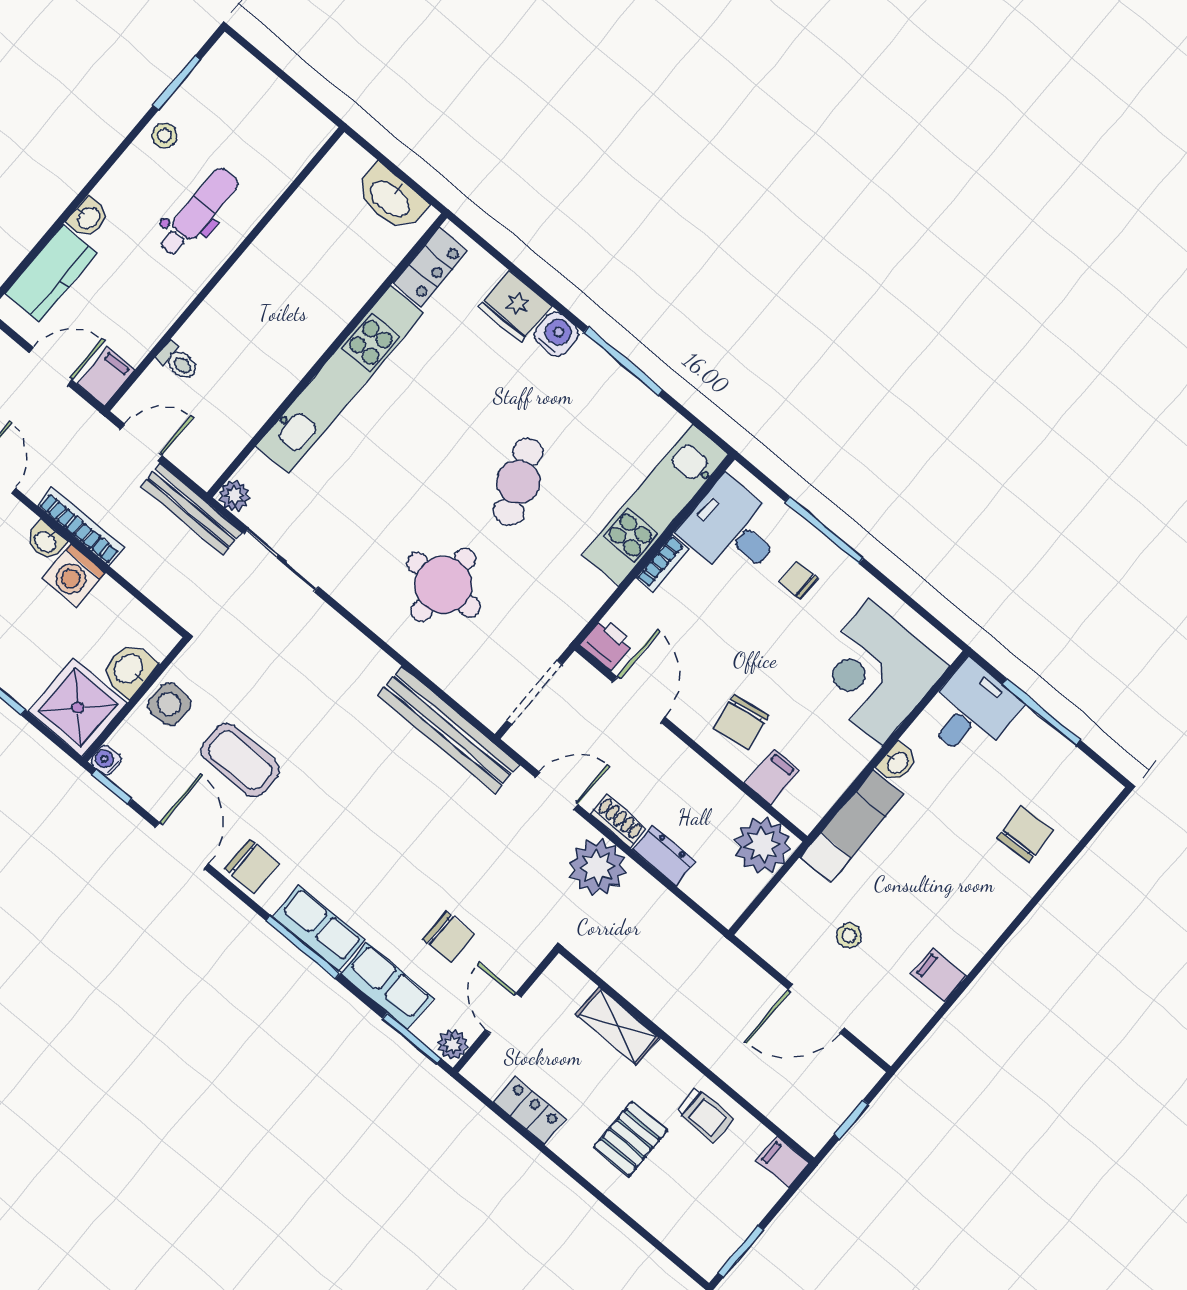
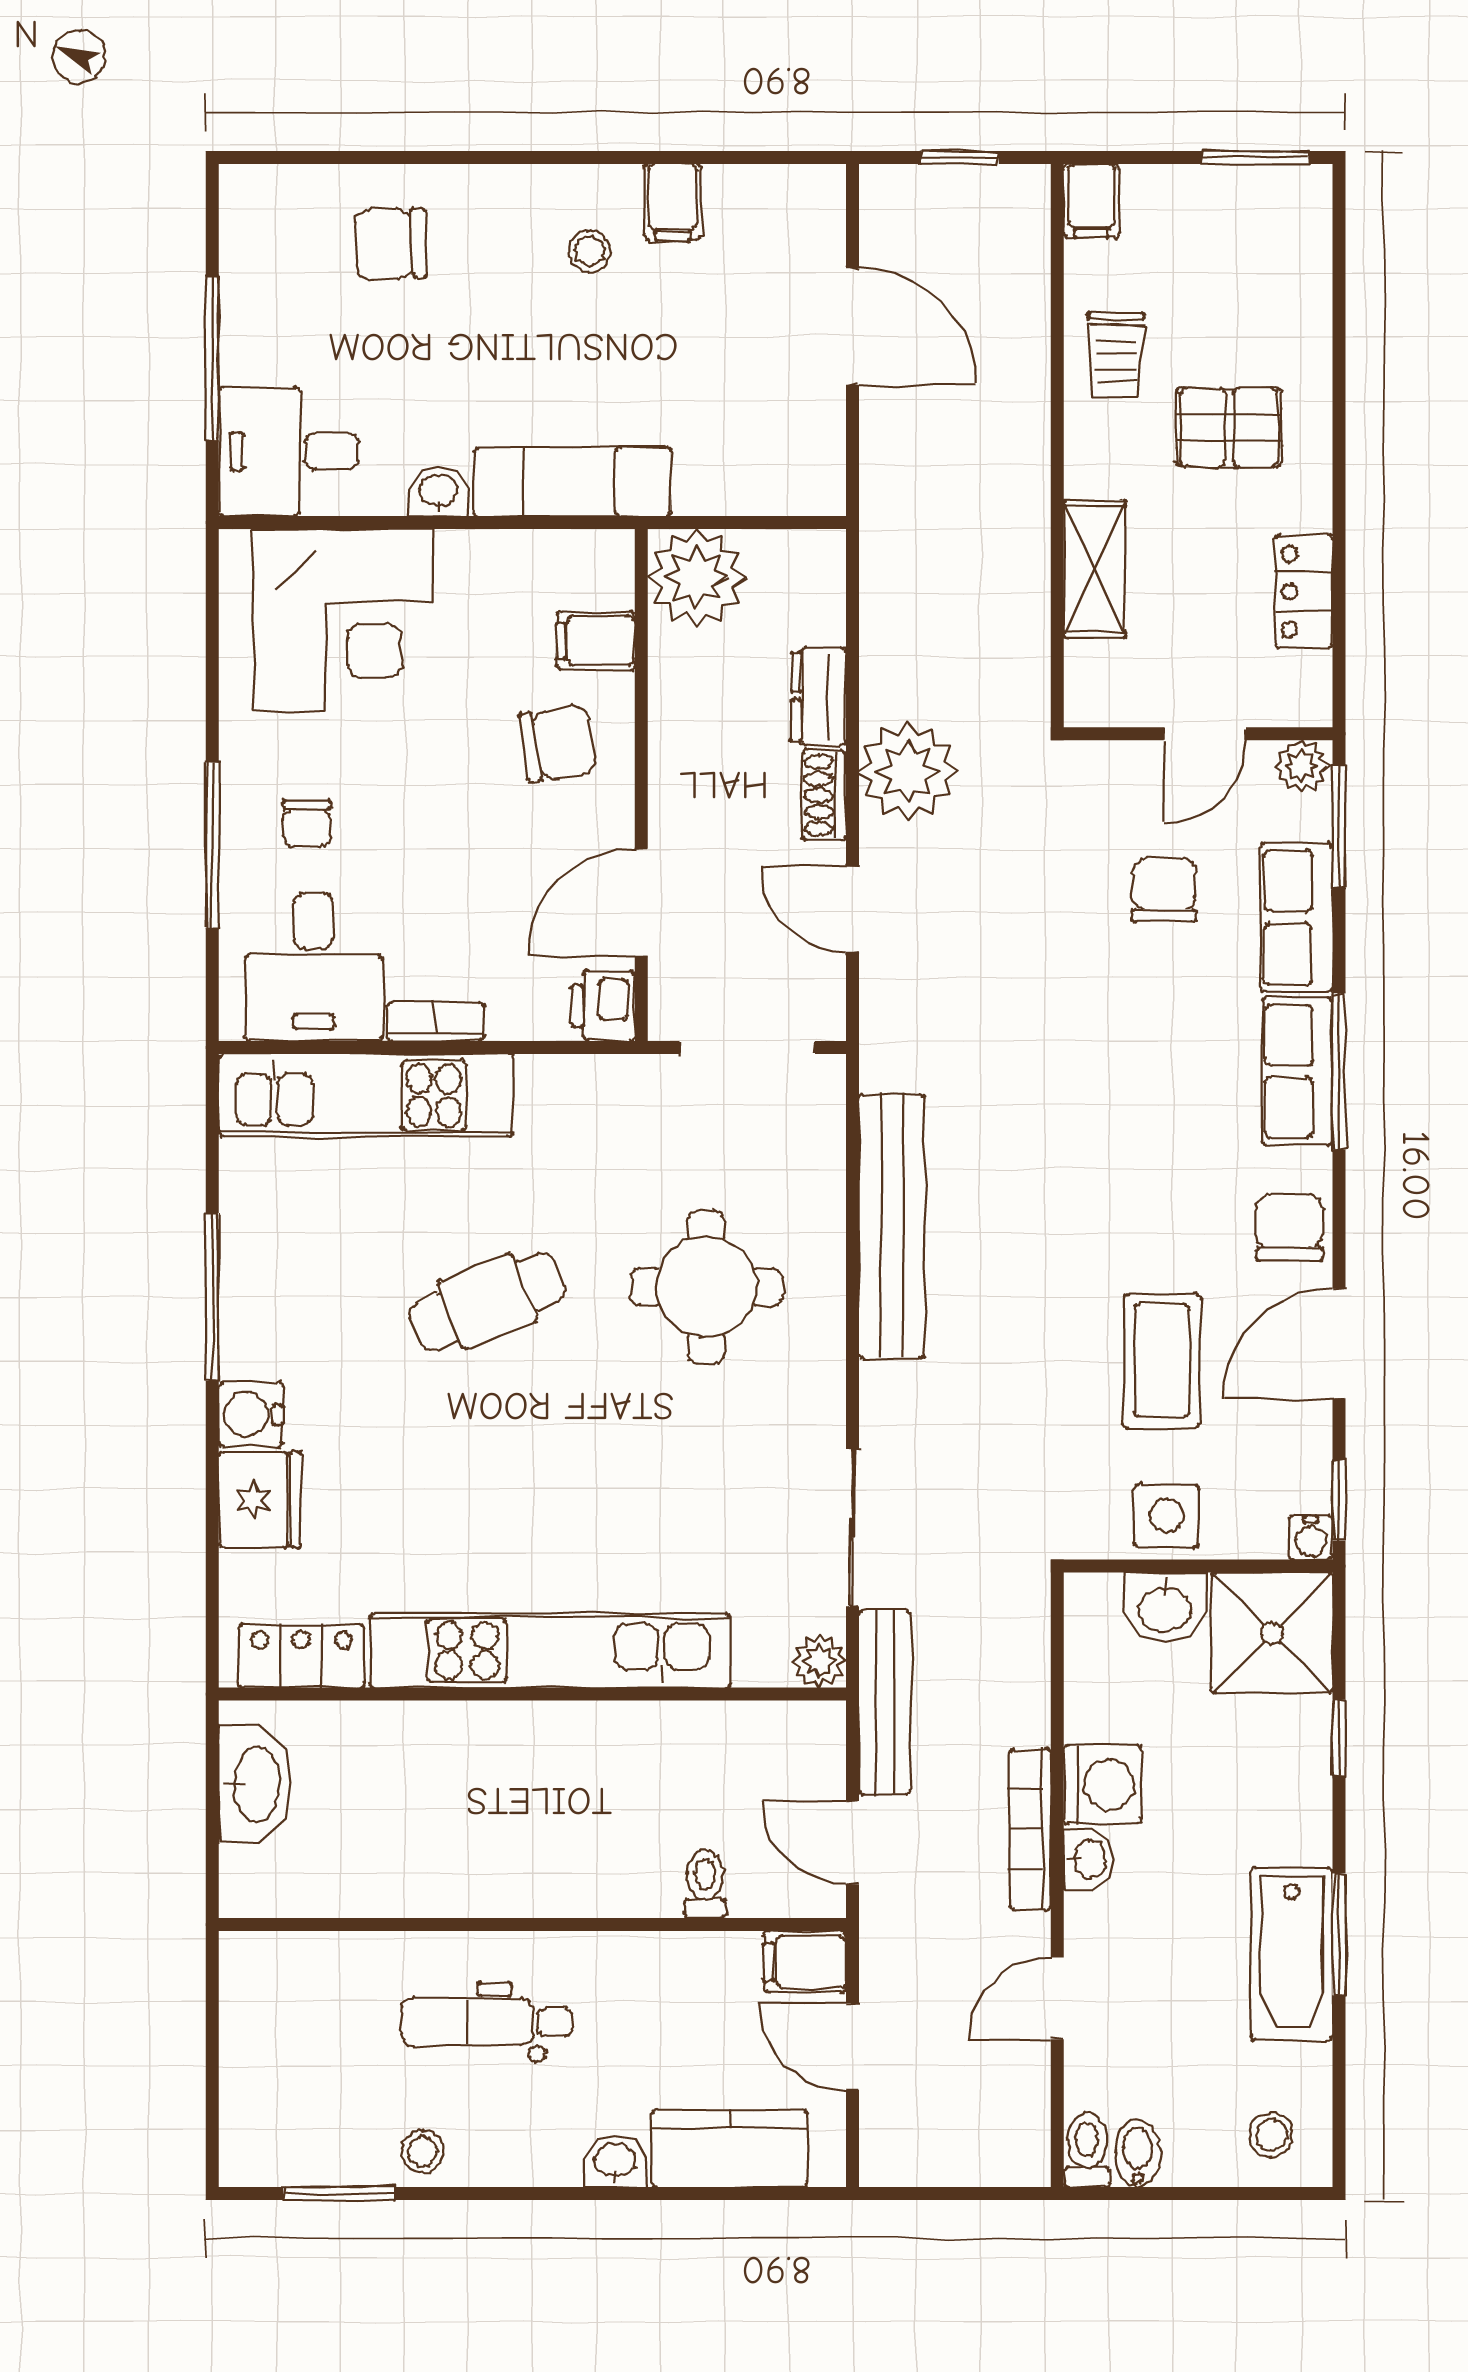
bench: (448, 730) -> (892, 1227), moved
stool: (849, 936) -> (589, 251), moved
trolley: (705, 1115) -> (1116, 355), turned 180

